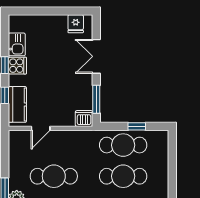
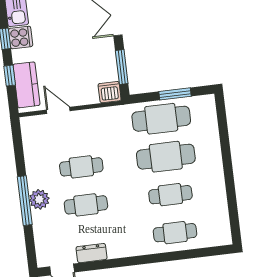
window: (137, 126) -> (175, 94), width x1.50
door: (41, 128) -> (58, 110), swing flipped
cafe table: (54, 176) -> (81, 167), width x0.73, depth x0.74

